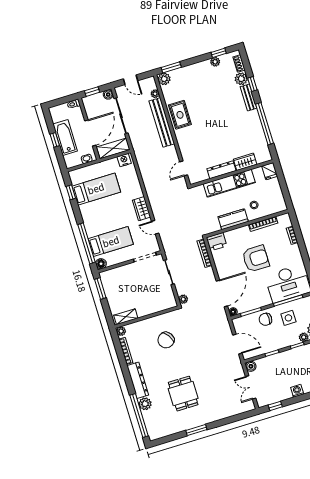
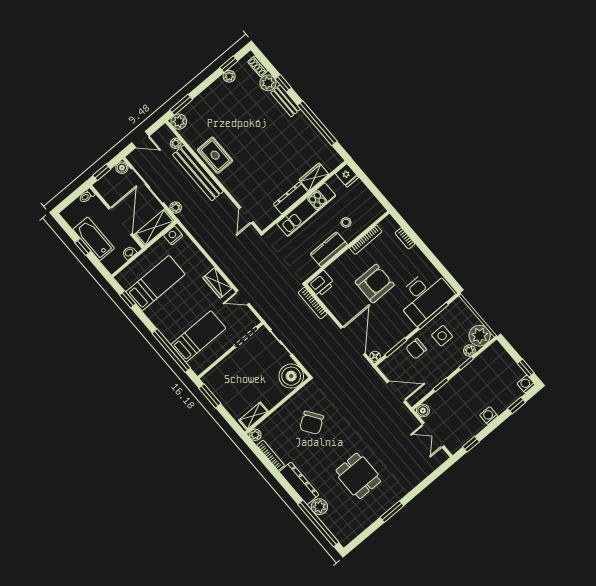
floor lamp: (101, 264) -> (198, 367), removed
plant: (183, 299) -> (176, 207), moved
boiler: (166, 300) -> (291, 376), added

